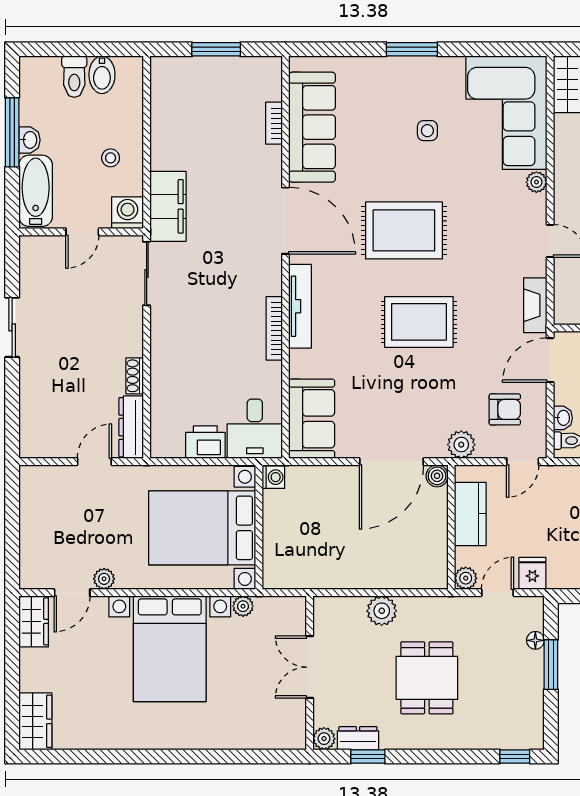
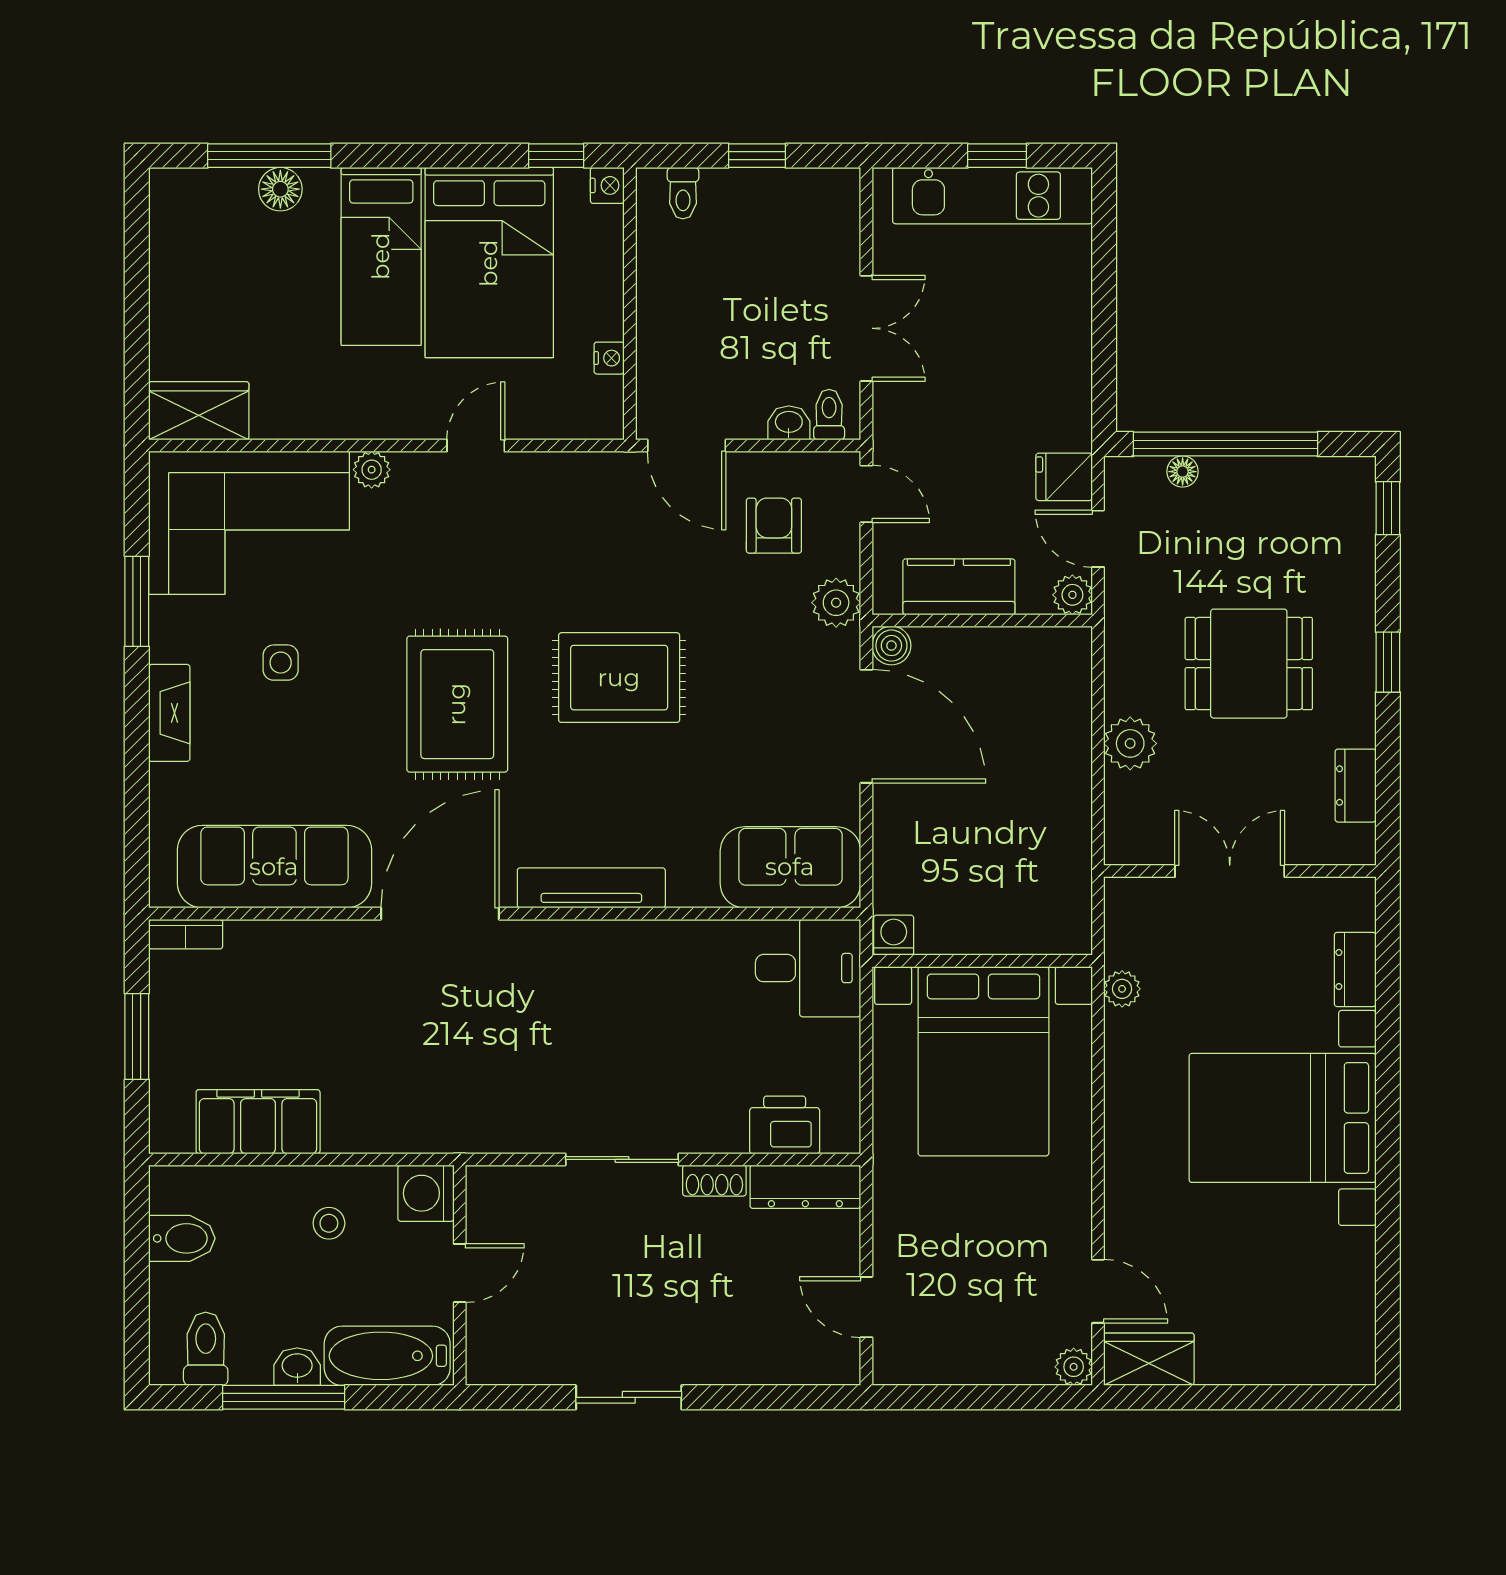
window: (412, 49) -> (137, 601), moved
toilet: (74, 77) -> (206, 1349), moved, turned -90
bookcase: (274, 123) -> (186, 934), moved
filing cabinet: (168, 206) -> (258, 1122), moved
door: (82, 232) -> (460, 1273), hinge flipped
sliding door: (147, 273) -> (622, 1159), moved
fireplace: (535, 305) -> (169, 713), moved, turned -90
rug: (419, 322) -> (619, 678), turned 90
bookcase: (274, 328) -> (630, 934), removed
printer: (205, 442) -> (785, 1125), moved, turned 90
door: (94, 462) -> (866, 1307), moved
plant: (104, 579) -> (1074, 1367), moved
bed with nightstands: (170, 649) -> (1283, 1118), moved, turned 180
window: (551, 665) -> (1225, 444), width x2.11
double door: (310, 667) -> (1230, 871), swing flipped
wardrobe: (35, 721) -> (1326, 1356), removed
dresser: (254, 738) -> (1355, 969), added
plant: (324, 739) -> (1356, 846), removed
window: (368, 756) -> (1388, 662), moved

